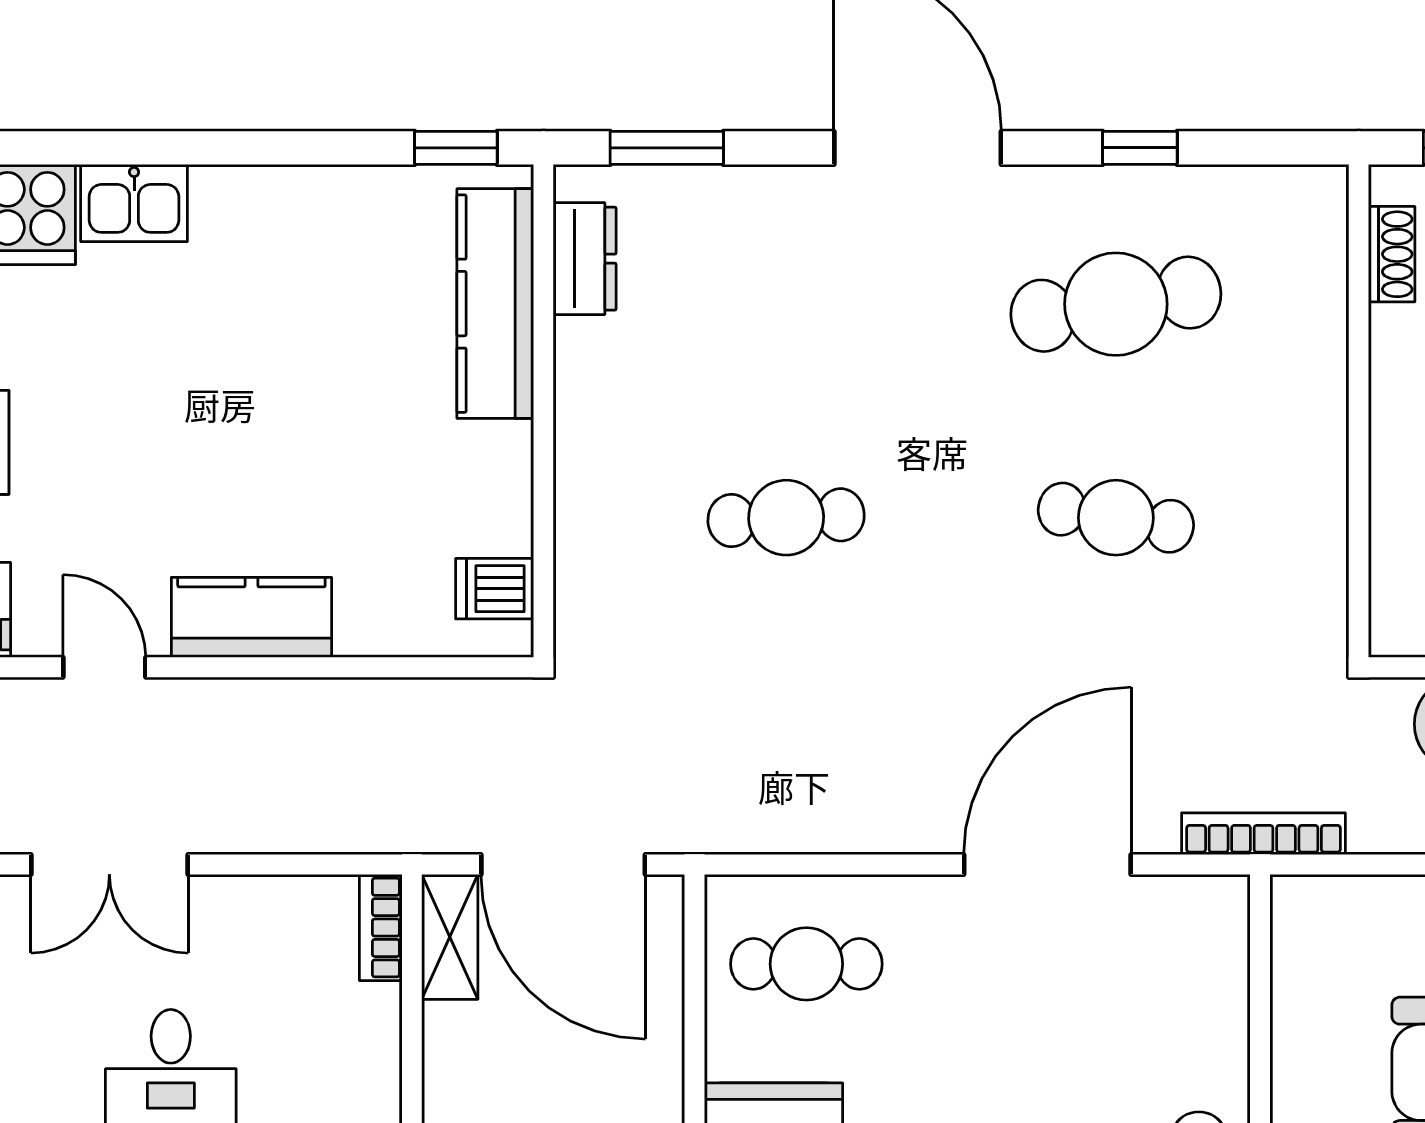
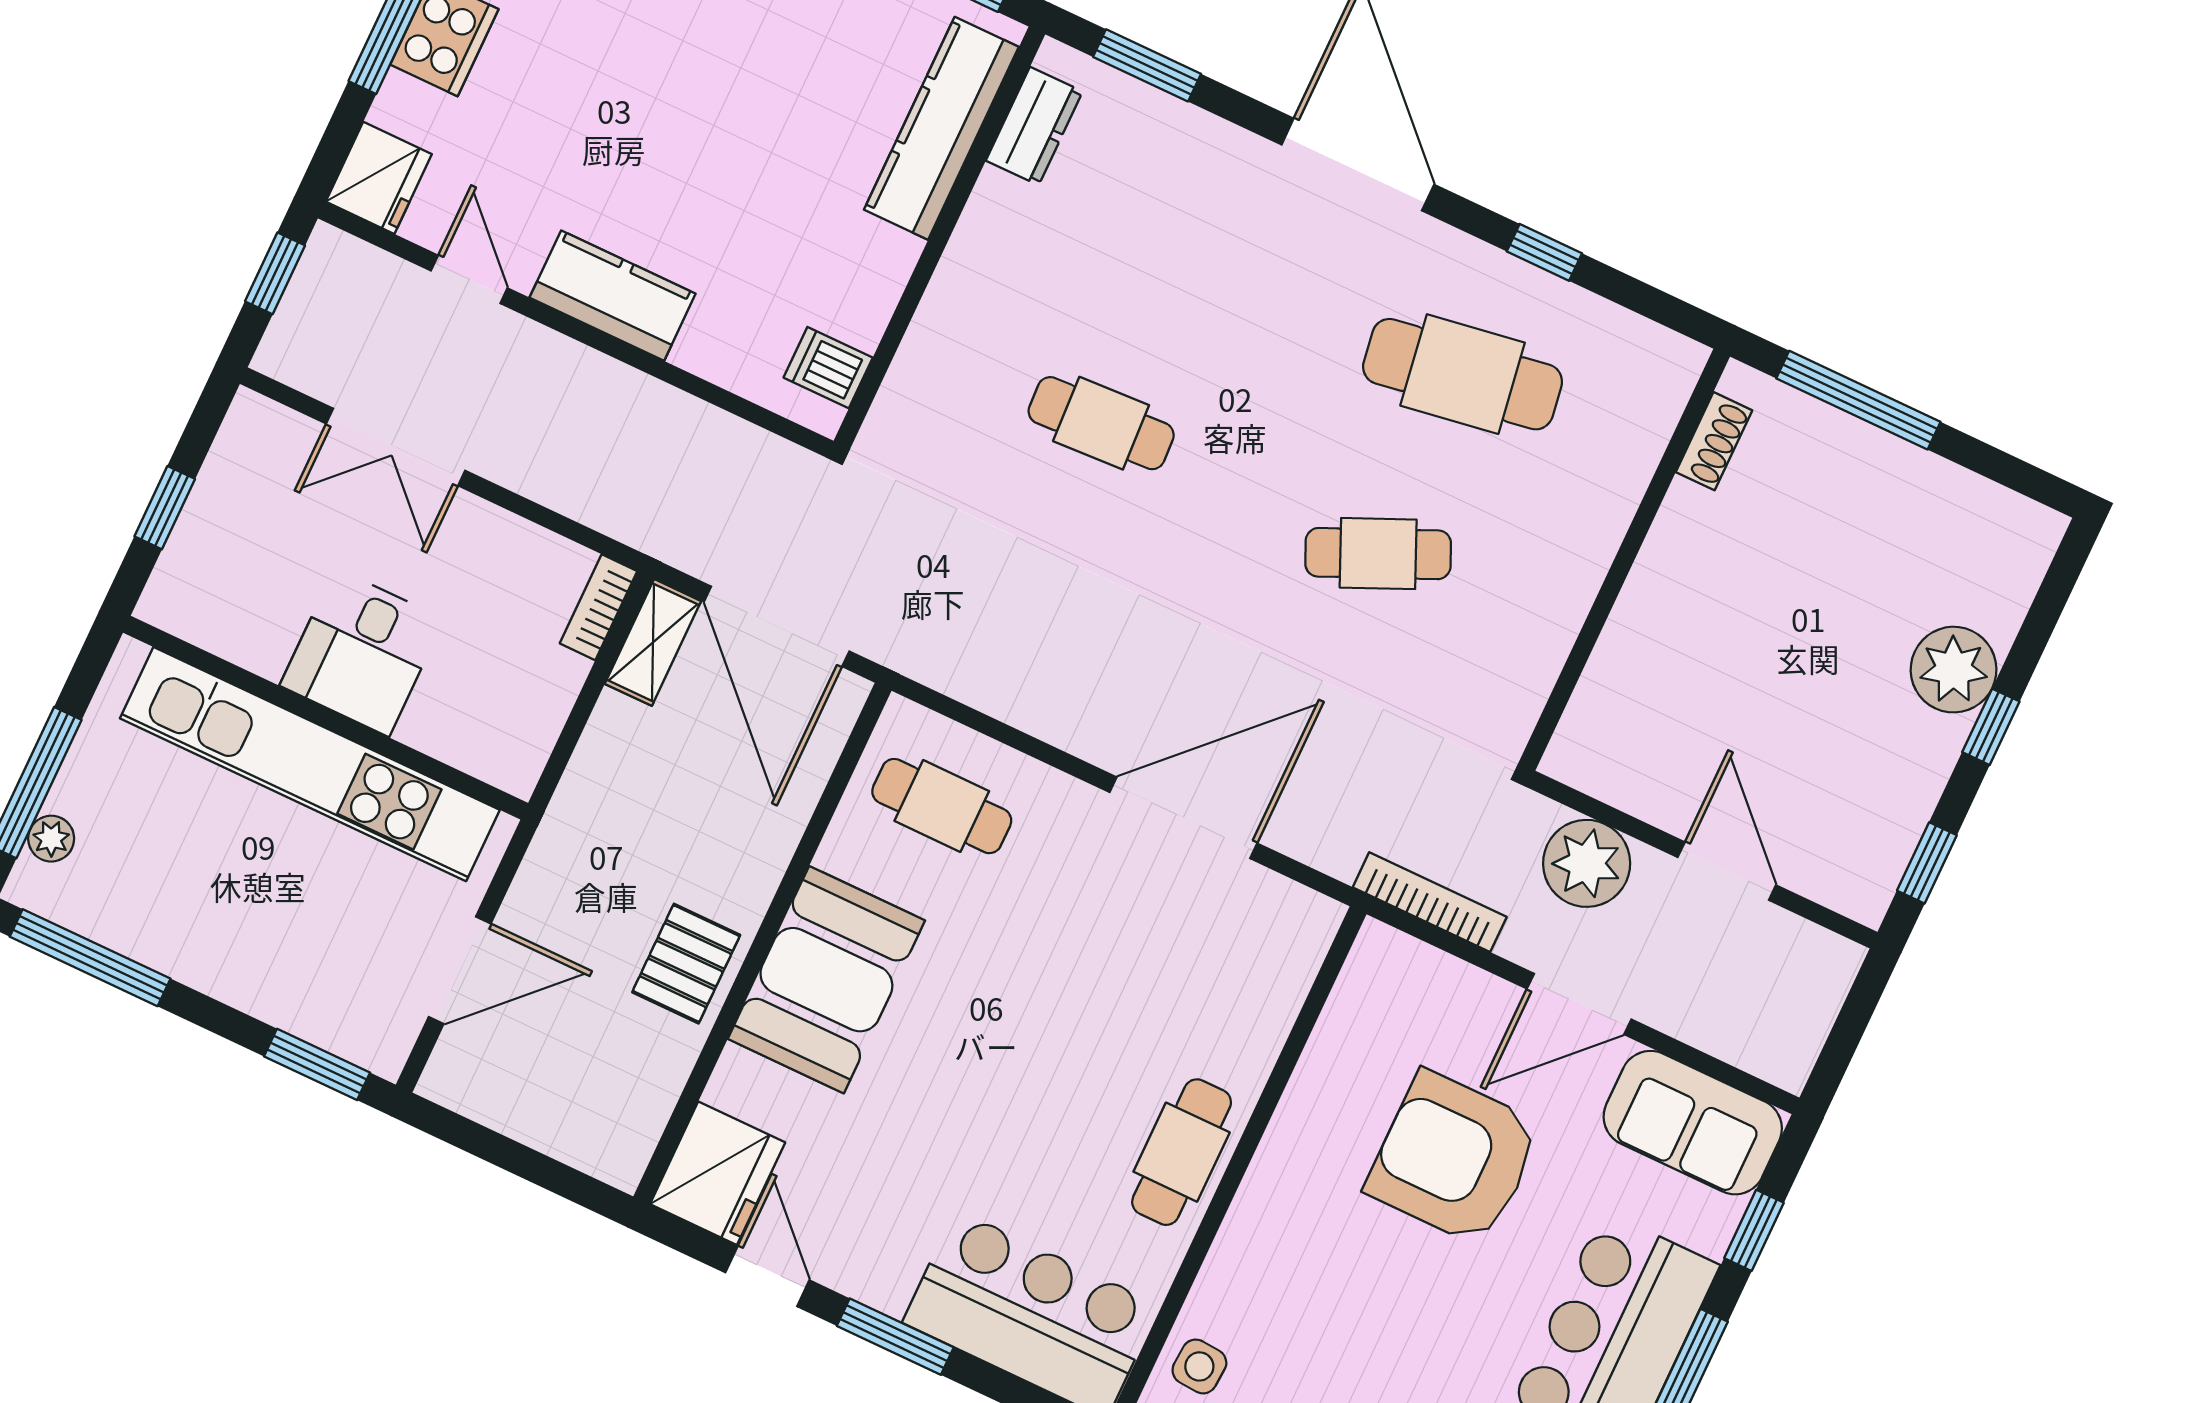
cafe table: (1116, 518) -> (1378, 554), turned -33
bookcase: (1263, 834) -> (1430, 902), moved

